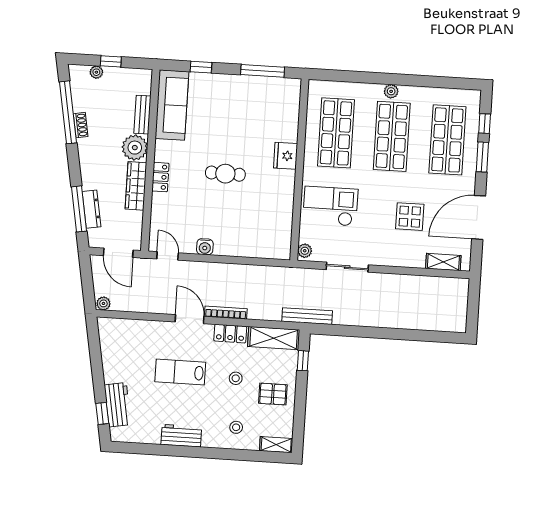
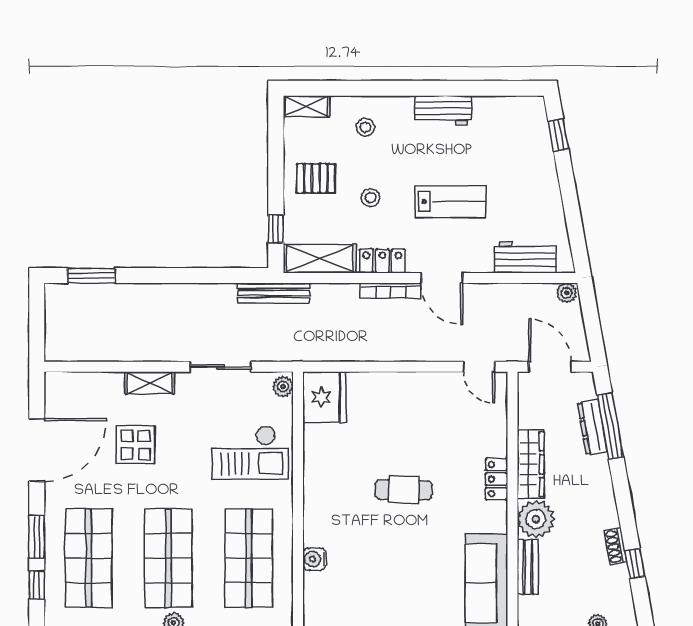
window: (68, 112) -> (635, 563), width x0.32
fridge: (286, 156) -> (325, 397), moved, width x1.36, depth x1.34
water cooler: (205, 247) -> (314, 559), moved, turned -90
shelving: (443, 262) -> (150, 383), moved
window: (433, 336) -> (91, 276), added
workbench: (118, 405) -> (525, 257), moved, turned 100

